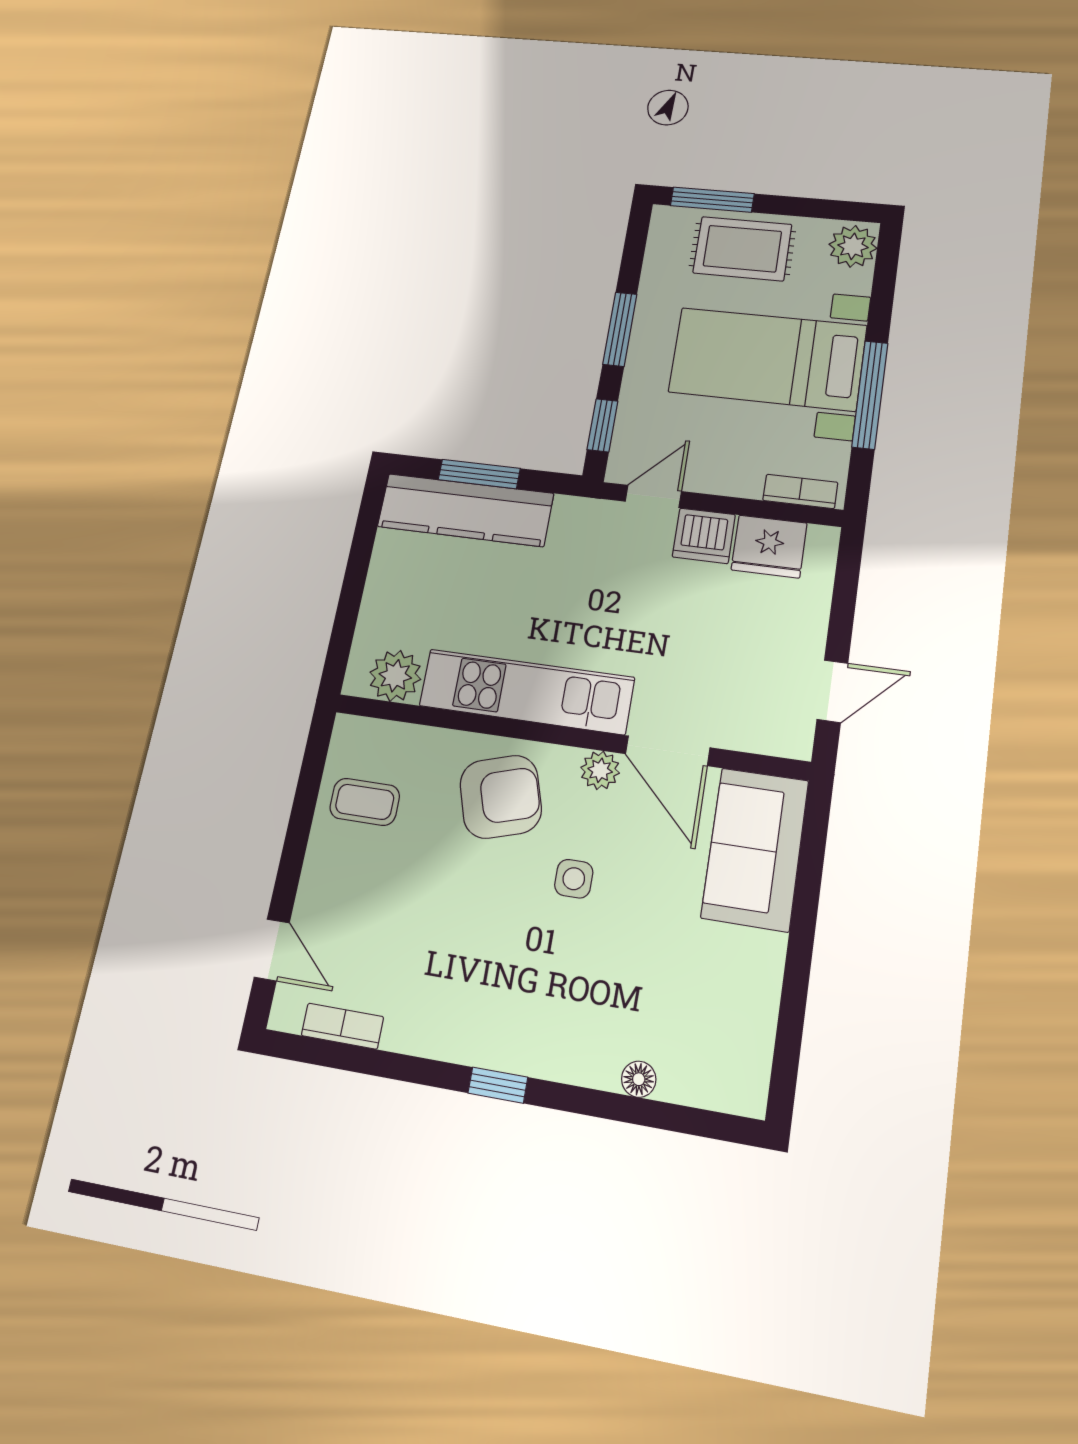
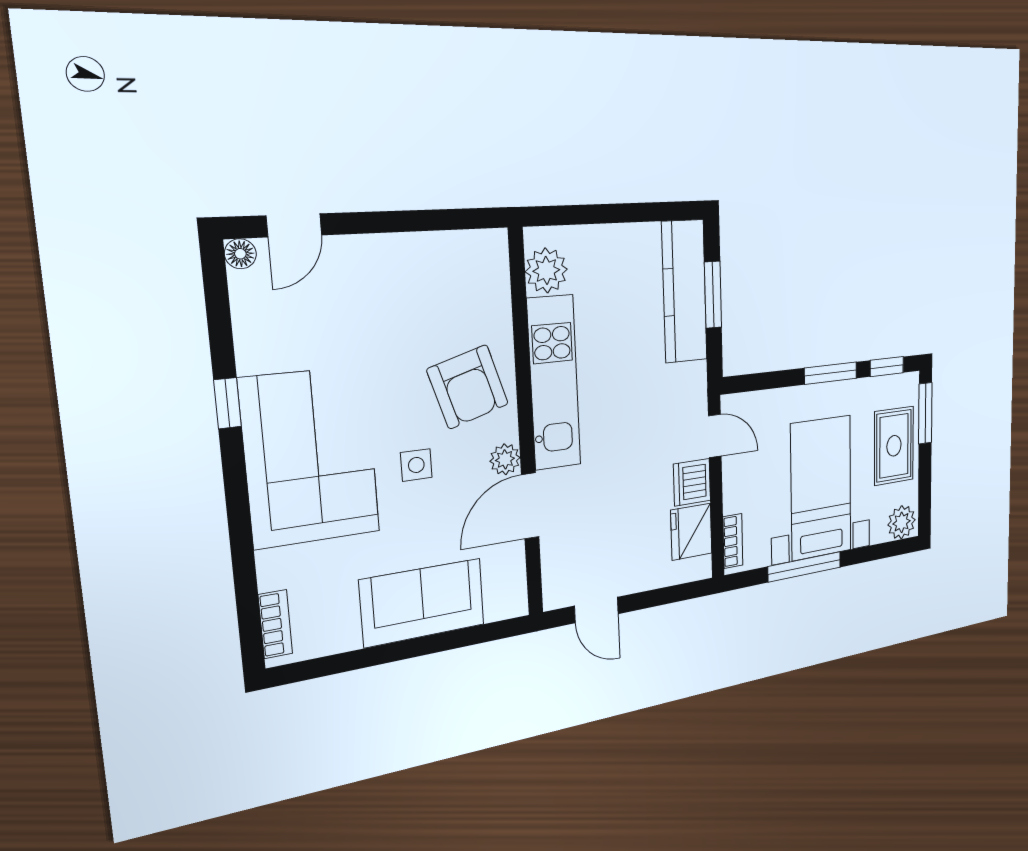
window: (603, 425) -> (887, 367), moved
coffee table: (365, 802) -> (439, 273), removed
sofa: (755, 849) -> (423, 603), moved
corner sofa: (526, 999) -> (310, 457), added
bookcase: (342, 1026) -> (275, 624), moved
floor lamp: (639, 1079) -> (240, 254), moved
window: (498, 1085) -> (227, 403), moved

